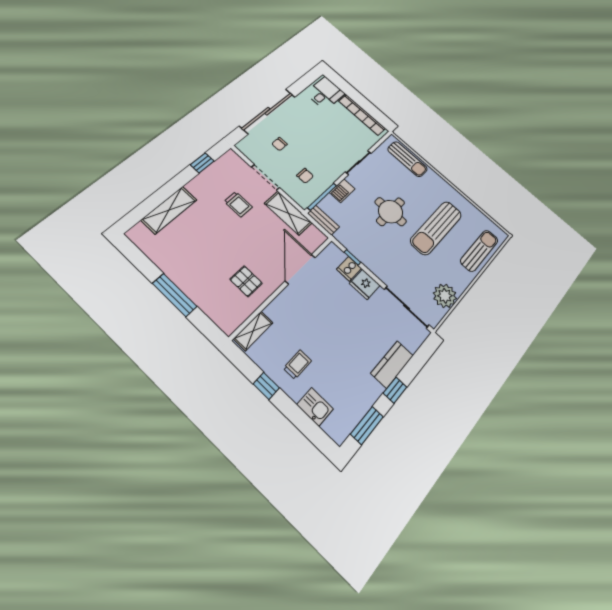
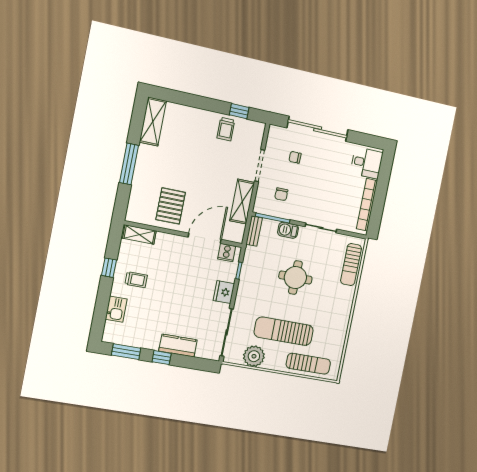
trolley: (238, 204) -> (226, 129), moved
shelving: (169, 210) -> (153, 121), moved, turned 90
sun lounger: (436, 228) -> (284, 331), moved
cooker: (349, 269) -> (227, 253), moved, turned -90
pallet: (246, 281) -> (171, 206), width x1.50, depth x1.42

